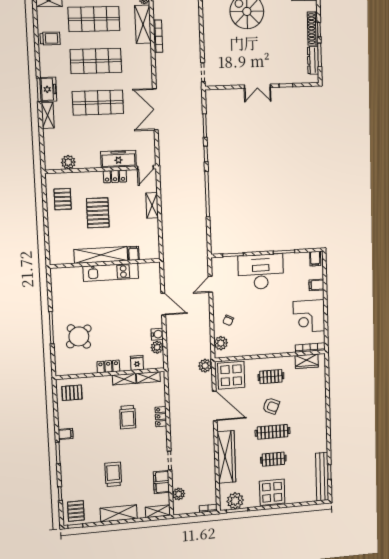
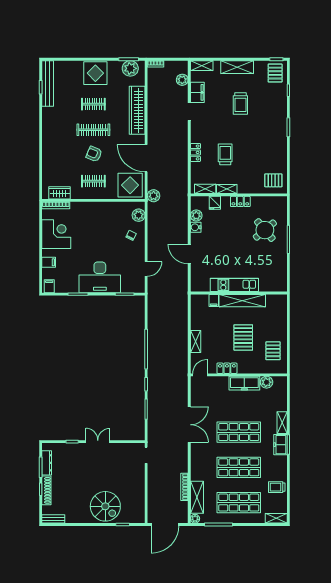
freezer: (118, 159) -> (244, 383), moved
filing cabinet: (66, 434) -> (281, 144), removed

